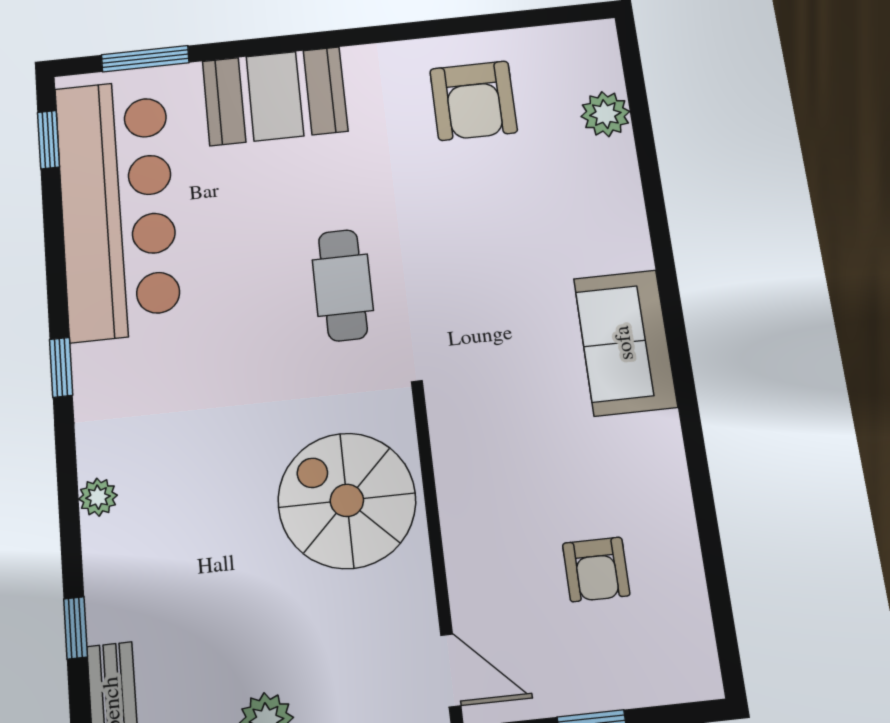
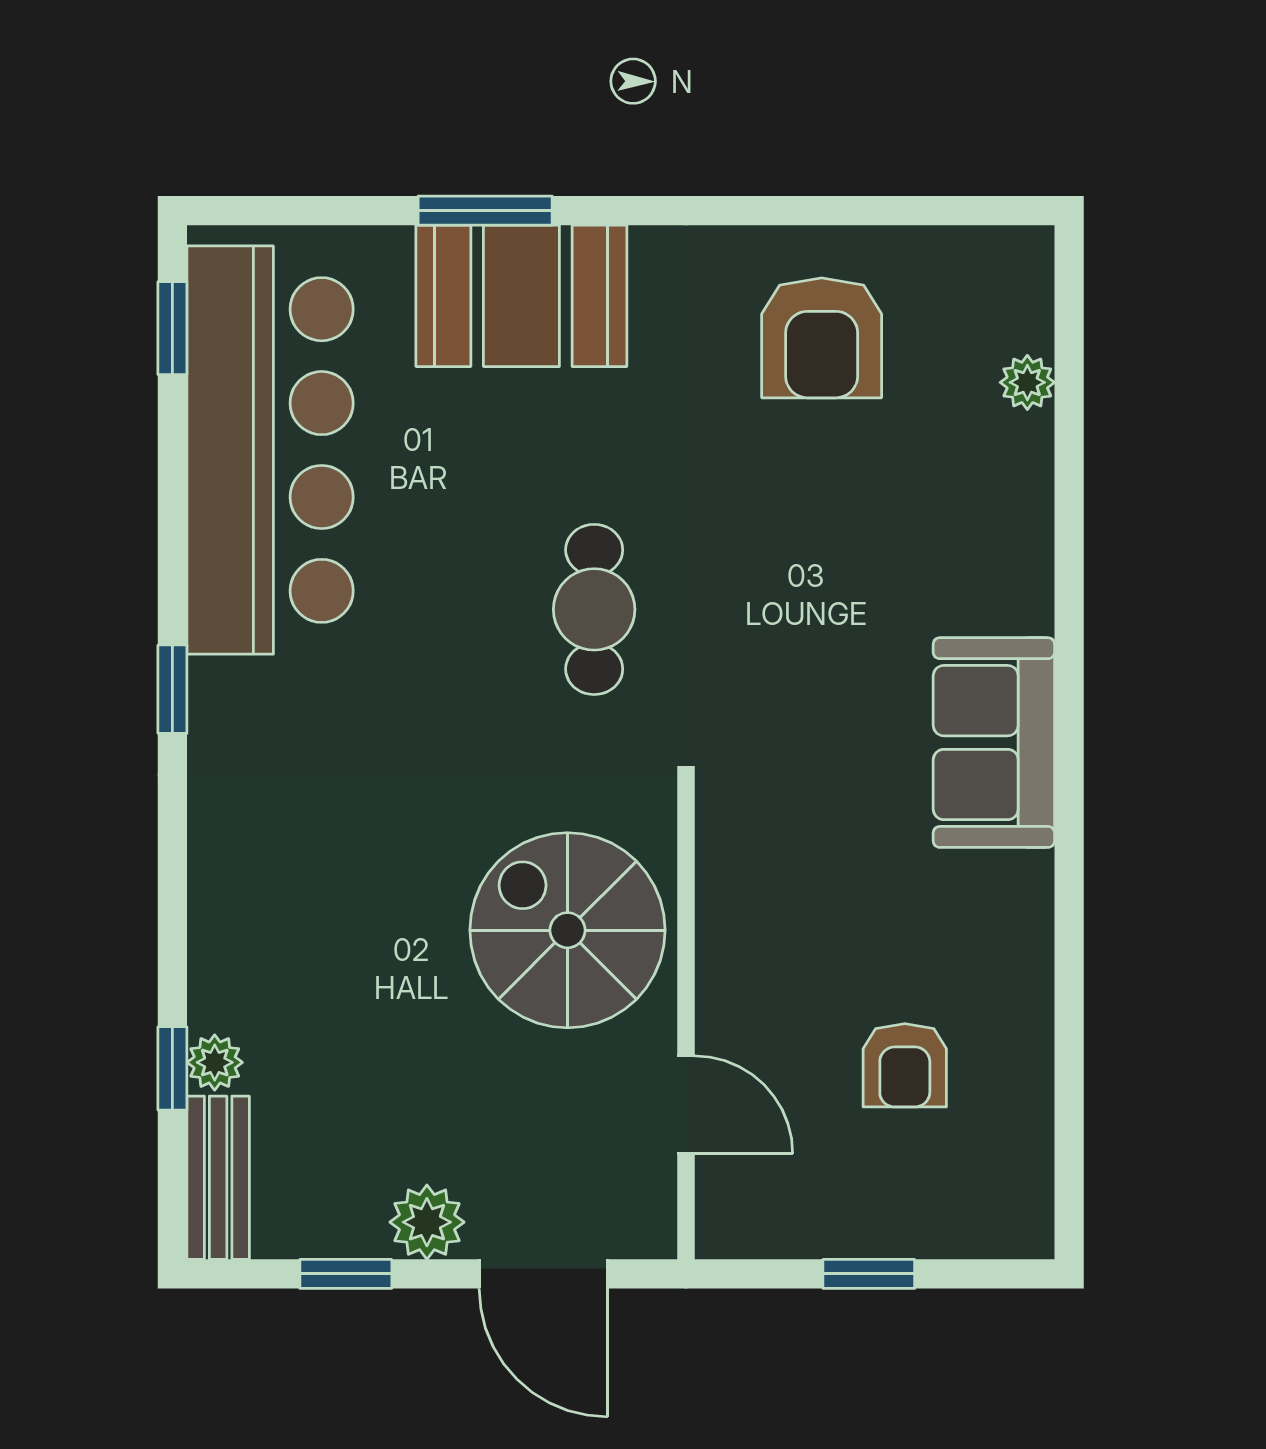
window: (145, 59) -> (485, 211), moved
plant: (605, 114) -> (1027, 382), width x0.73, depth x0.73
plant: (98, 497) -> (215, 1062), moved
door: (451, 670) -> (686, 1105), moved

